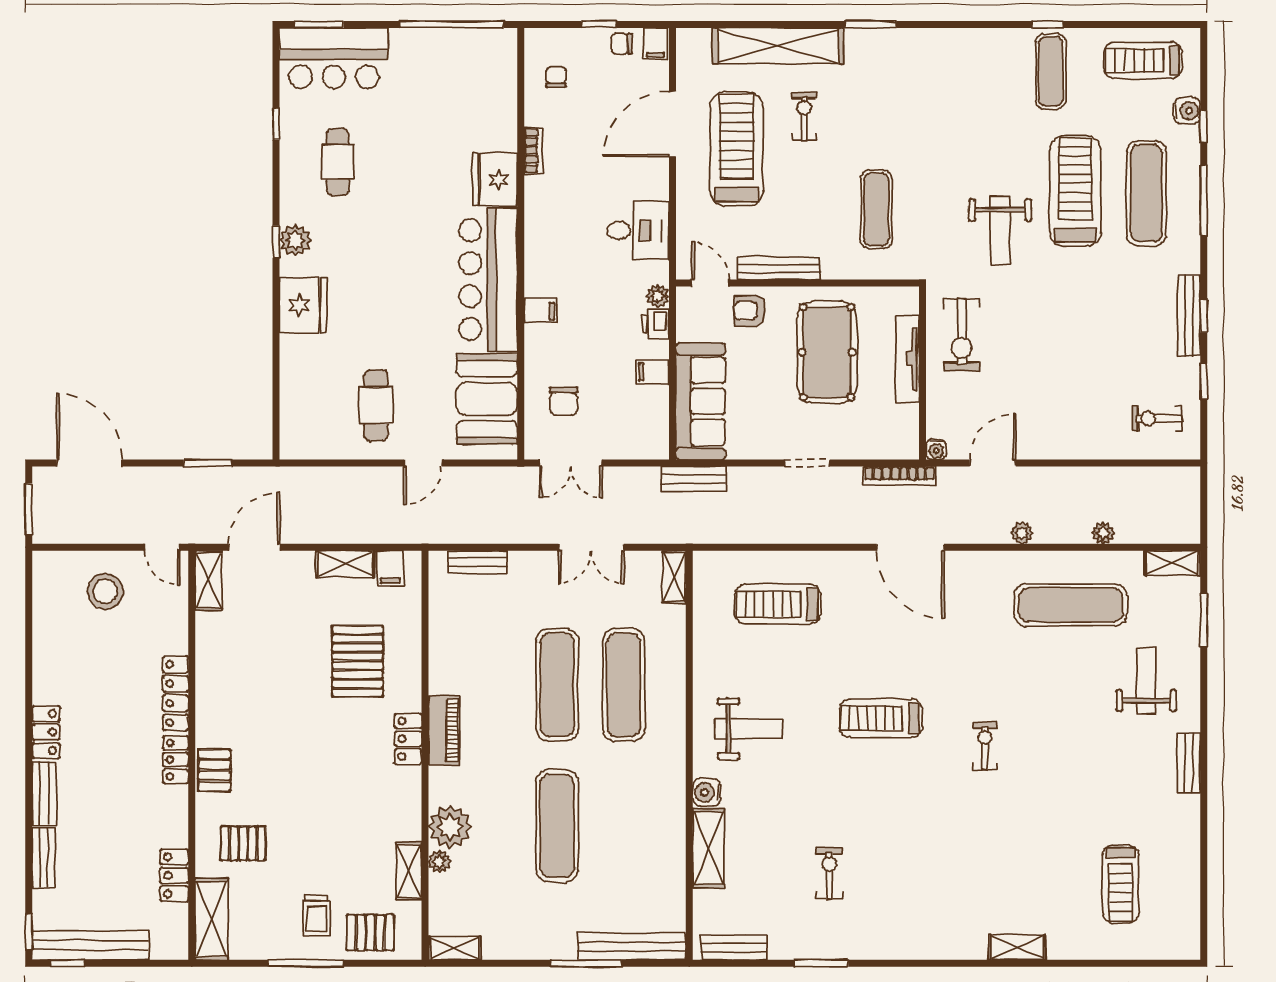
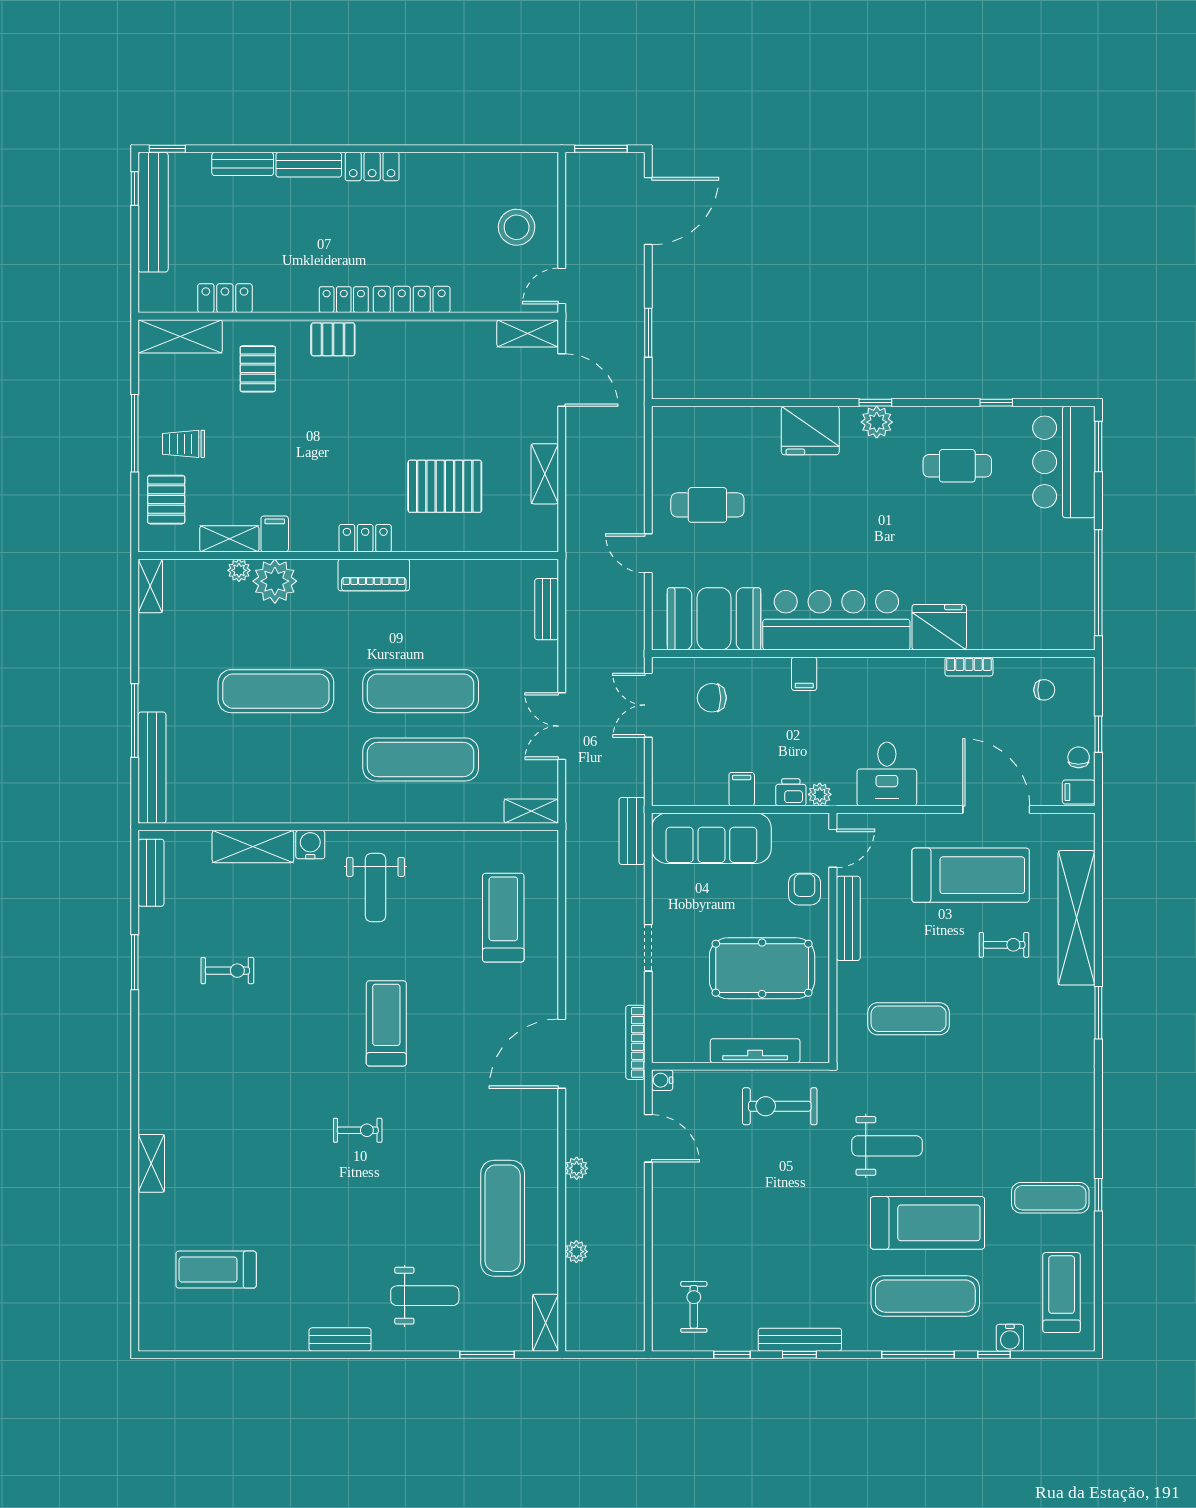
weight bench: (1000, 230) -> (887, 1146), turned 180
filing cabinet: (390, 568) -> (275, 534), moved, turned 90

